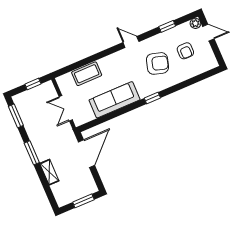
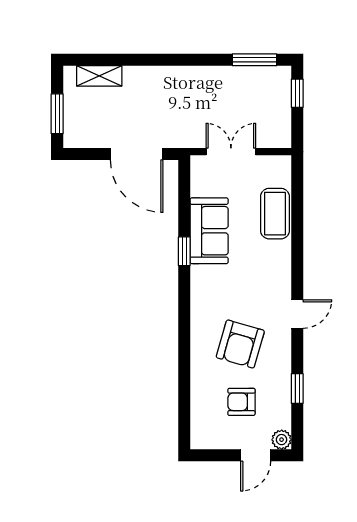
window: (33, 84) -> (297, 93), moved
window: (152, 98) -> (184, 251), moved
sofa: (115, 100) -> (209, 231), width x0.73
window: (32, 153) -> (179, 60), removed
shelving: (49, 172) -> (99, 76), moved

